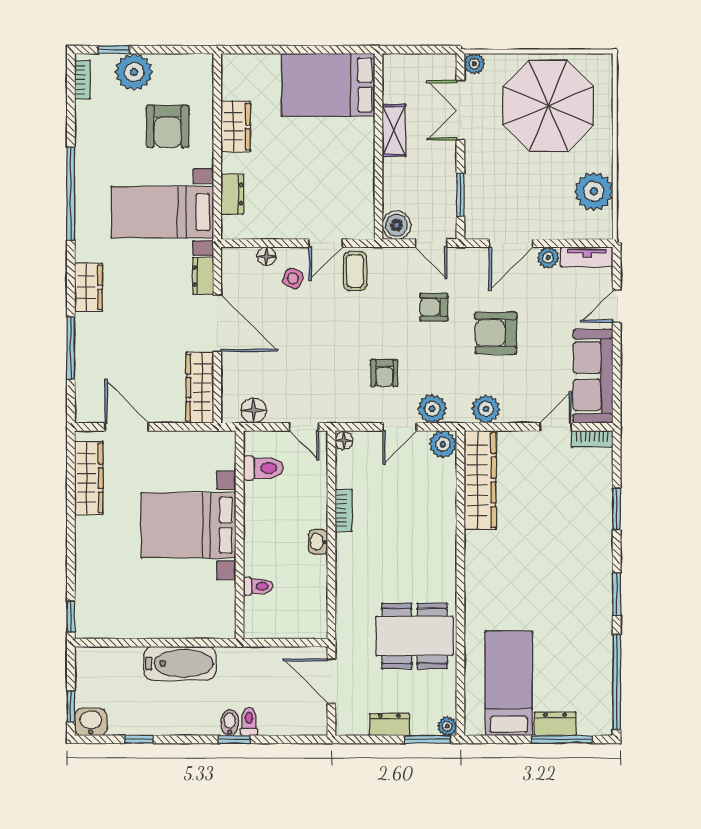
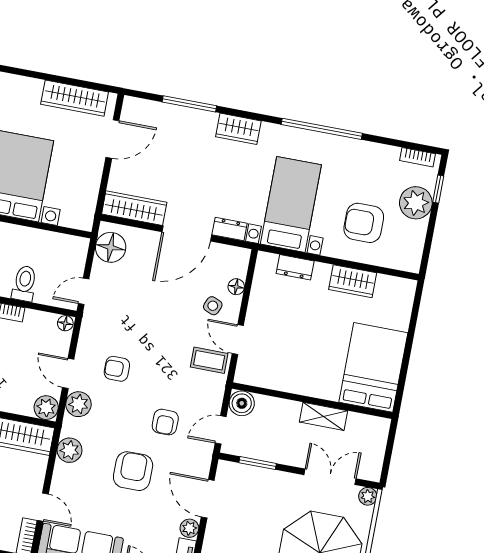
armchair: (434, 307) -> (165, 422), turned 180
floor lamp: (254, 411) -> (111, 247), width x1.38, depth x1.38
toilet: (263, 468) -> (24, 283), moved, turned 180

